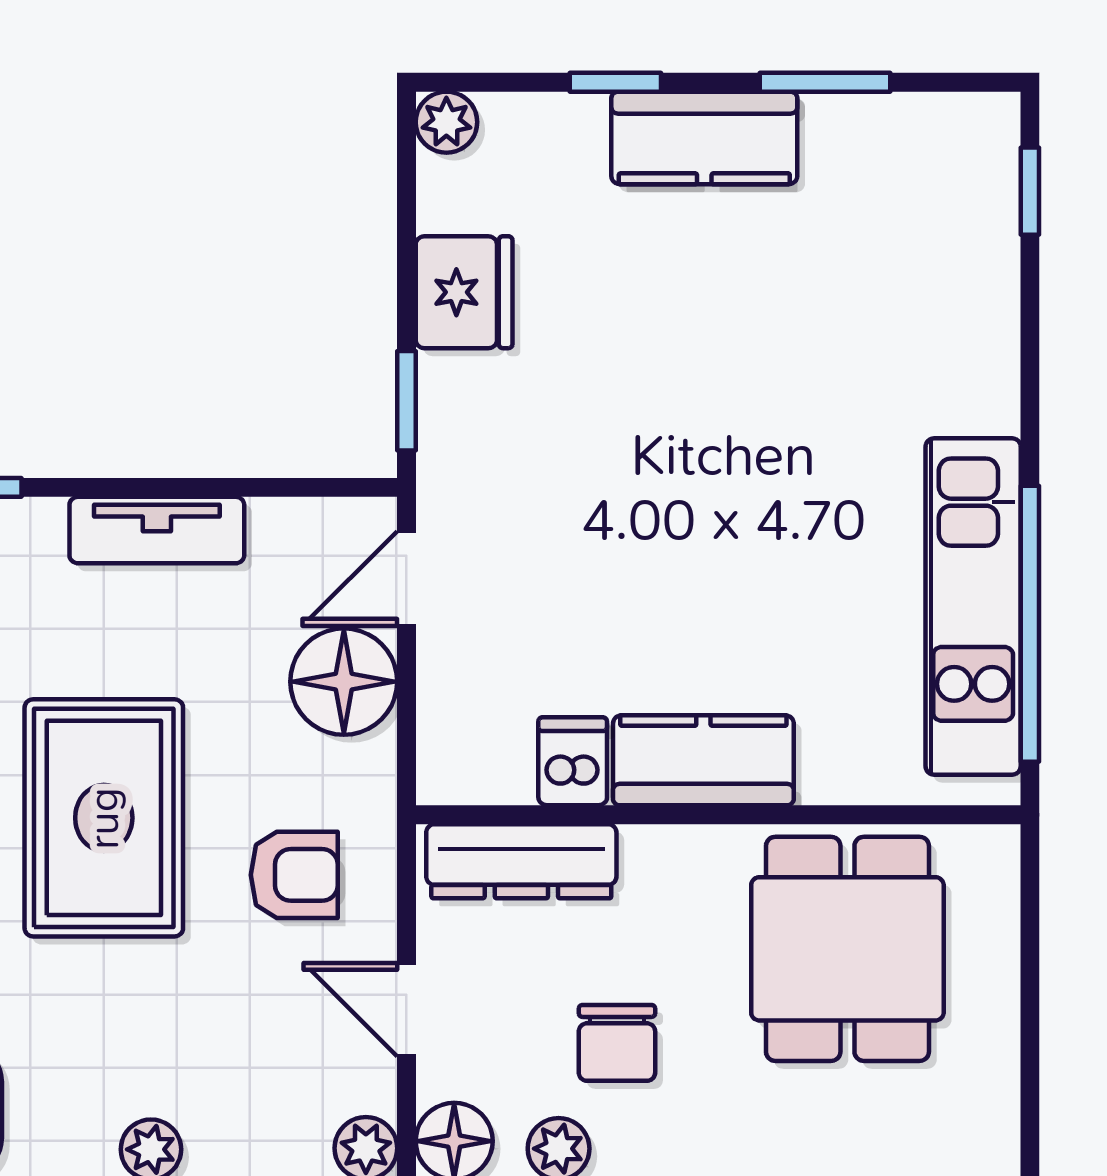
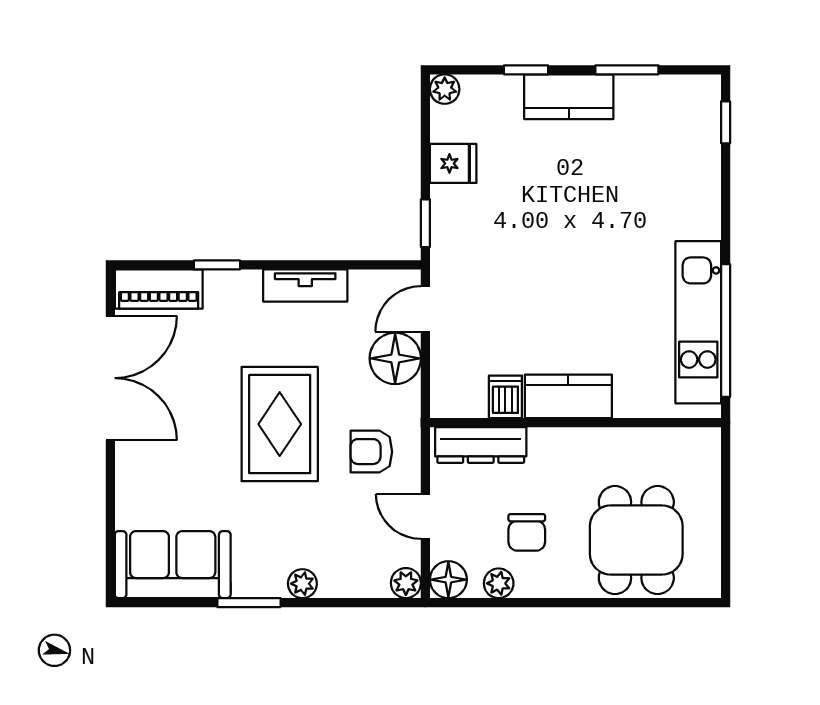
fridge: (464, 292) -> (453, 163), width x0.72
armchair: (294, 875) -> (371, 452), turned 180
dining table: (847, 949) -> (636, 540), moved

